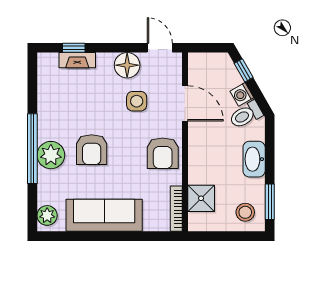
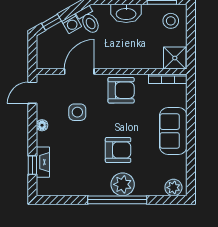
floor lamp: (127, 65) -> (42, 125), width x0.53, depth x0.53
shower: (201, 198) -> (175, 58), moved
sofa: (104, 215) -> (173, 131), width x0.73

